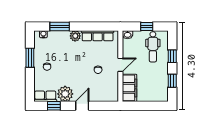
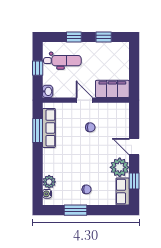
window: (60, 26) -> (38, 131), moved
plant: (75, 36) -> (49, 182), moved

